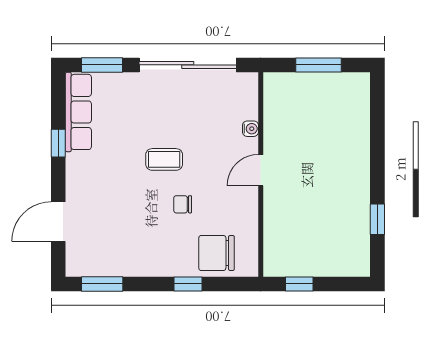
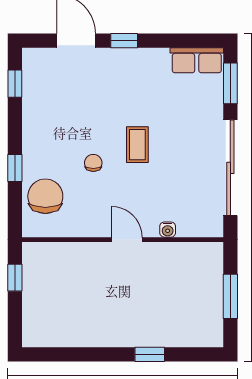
row of seats: (78, 112) -> (197, 60), width x0.68
window: (58, 143) -> (124, 41), moved
window: (377, 219) -> (150, 354), moved
window: (102, 284) -> (15, 84), width x0.67

